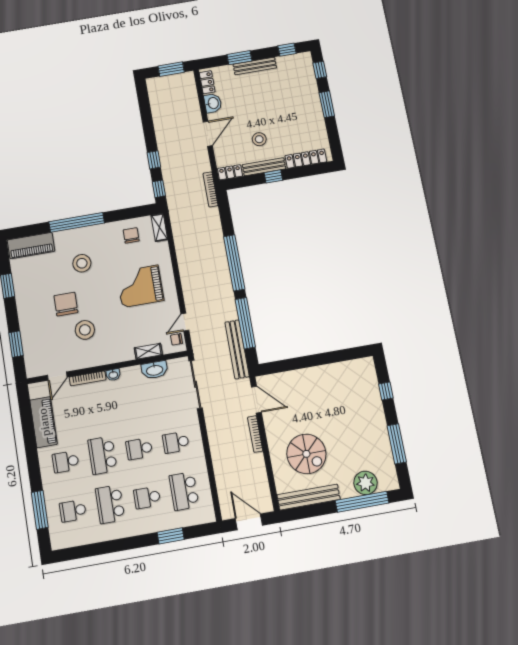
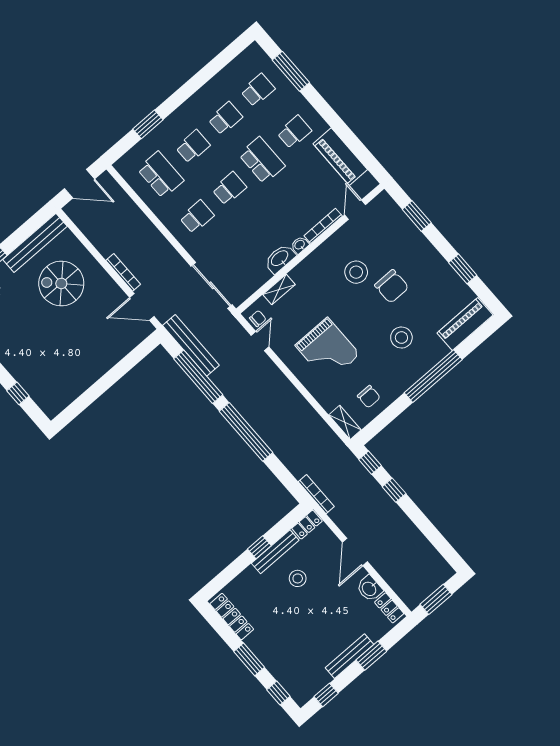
locker: (306, 159) -> (232, 617), moved, turned -90
grand piano: (140, 286) -> (327, 350), turned 90
washbasin: (155, 370) -> (280, 259), moved
school desk: (110, 504) -> (225, 118), width x0.54

